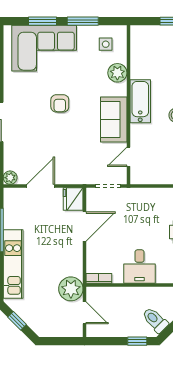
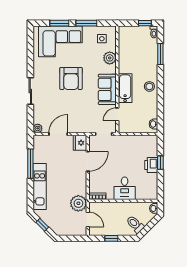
bathtub: (140, 101) -> (125, 88), moved
armchair: (60, 103) -> (71, 78), width x1.88, depth x1.88
window: (137, 341) -> (111, 238), moved

